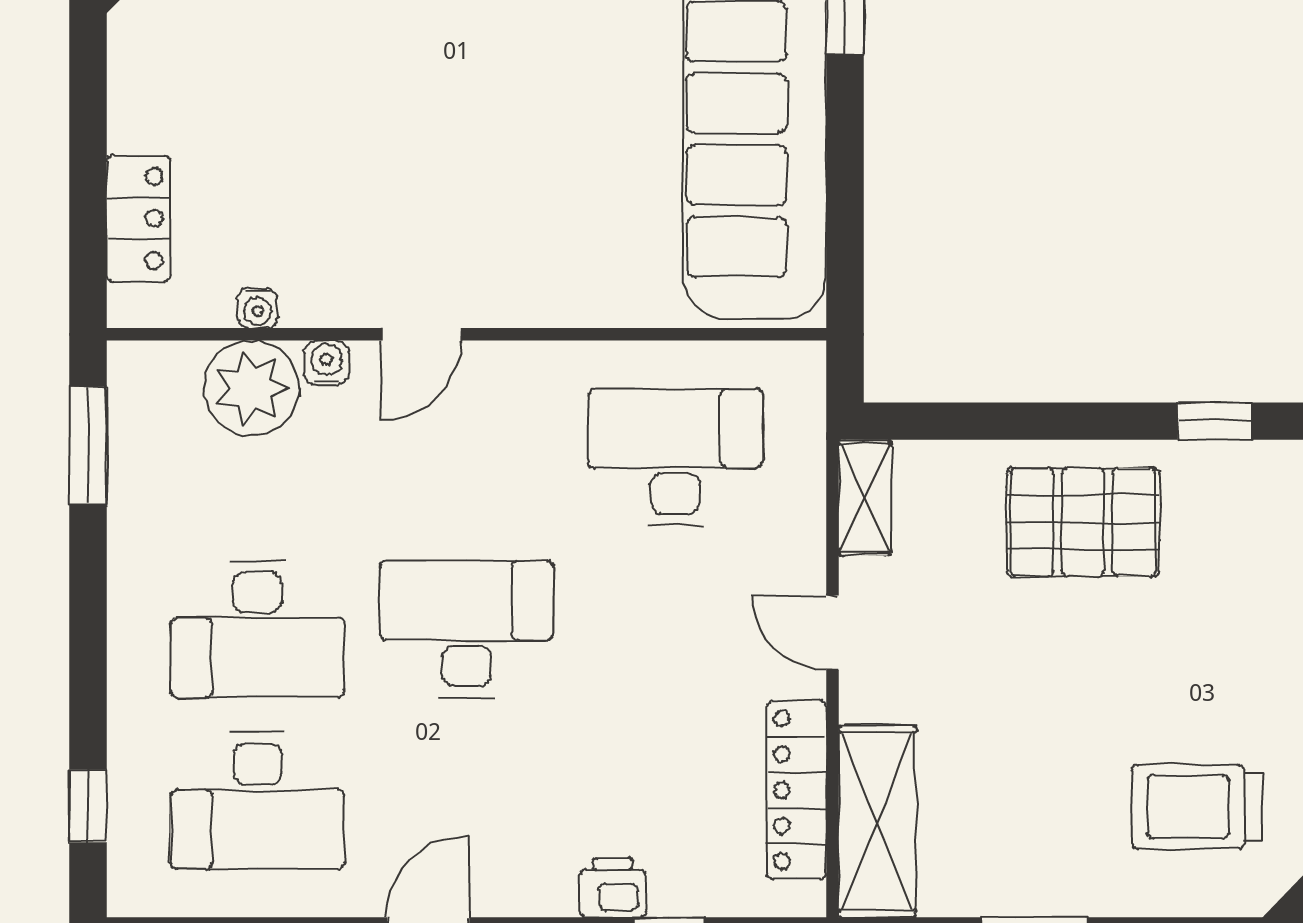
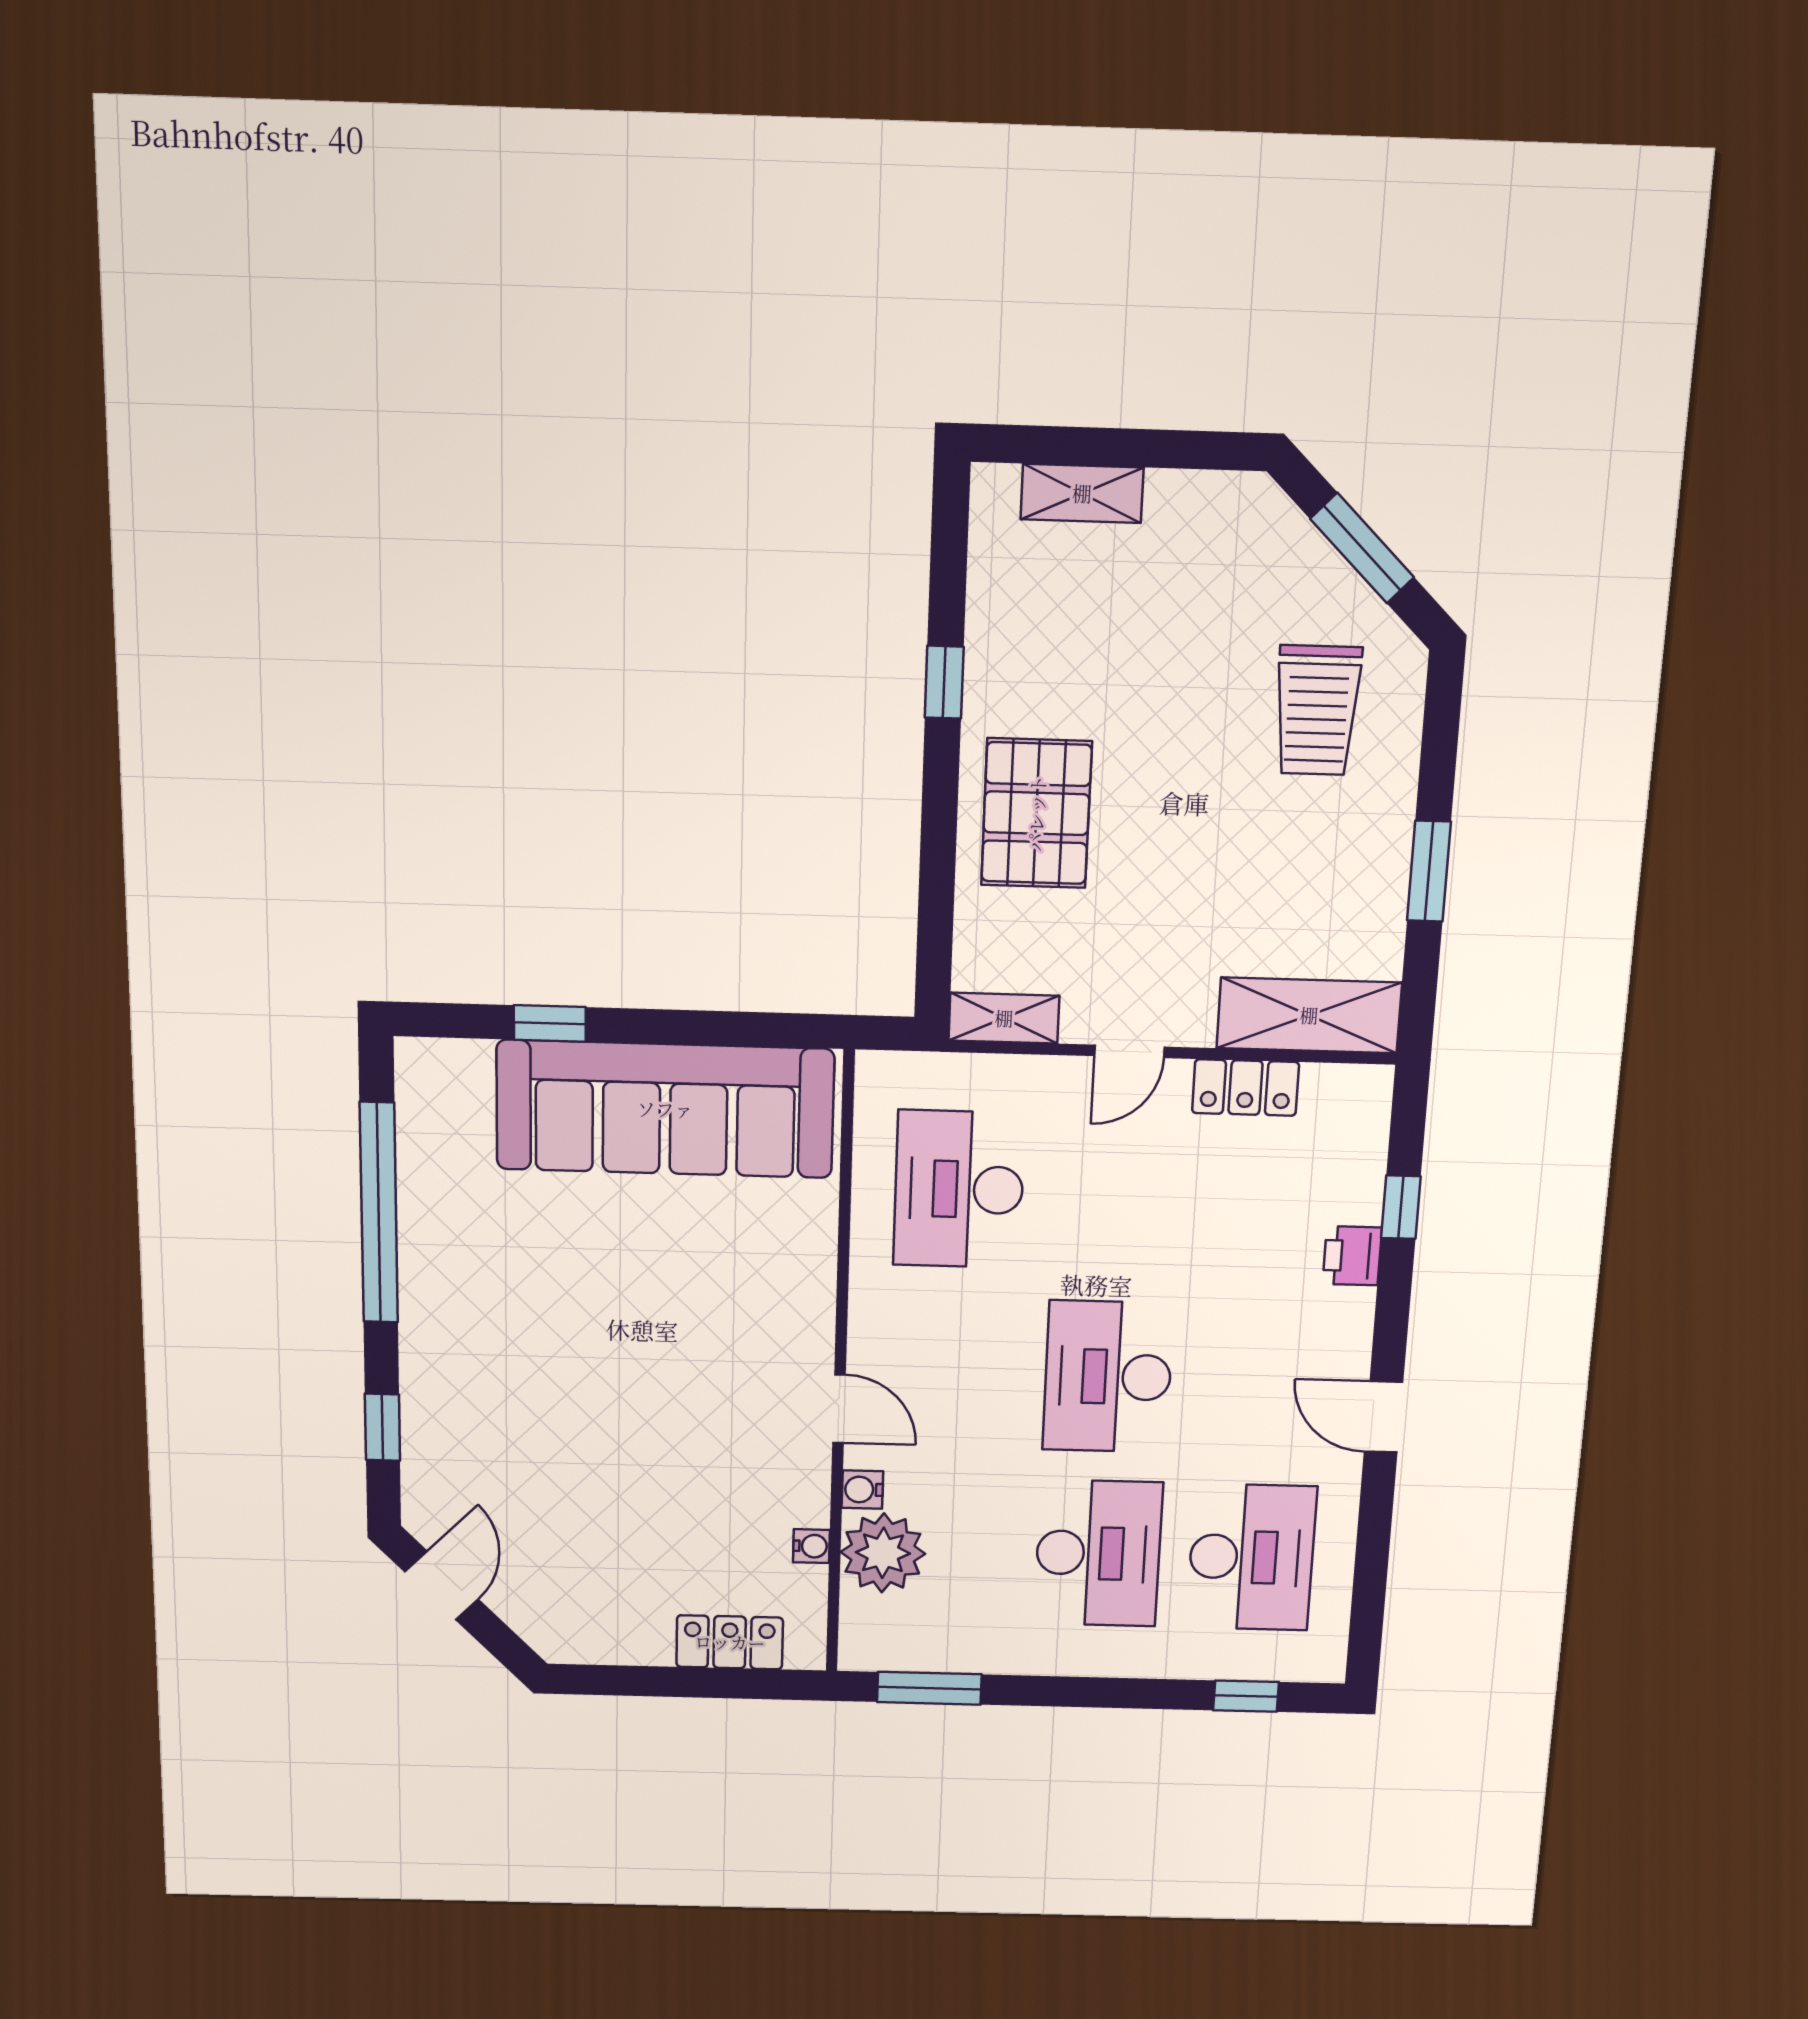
locker: (797, 790) -> (1246, 1088), width x0.66

